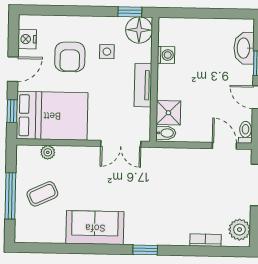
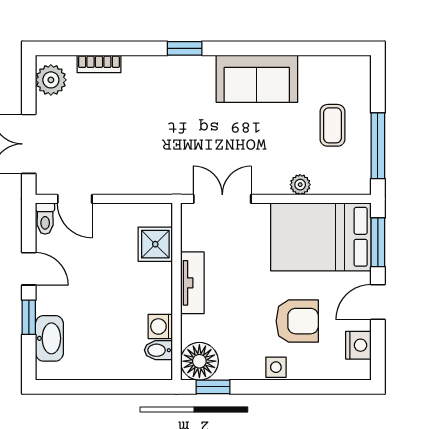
side table: (107, 52) -> (276, 367), moved
armchair: (70, 57) -> (297, 321), turned 90
window: (12, 111) -> (378, 242), width x1.50
bidet: (166, 133) -> (158, 350), moved
plant: (48, 152) -> (300, 185), moved
coffee table: (42, 194) -> (332, 125), turned -65
window: (10, 196) -> (378, 146), moved

